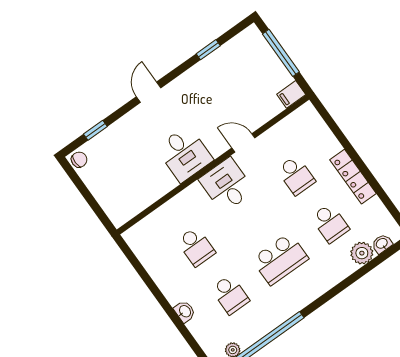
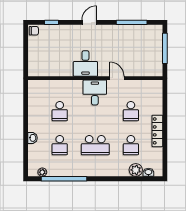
window: (208, 50) -> (132, 22), width x2.17
filing cabinet: (291, 94) -> (156, 71), removed

